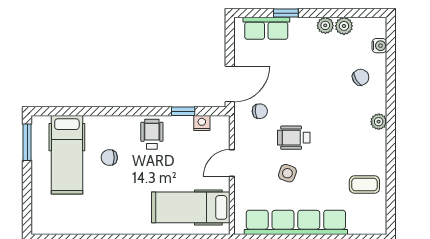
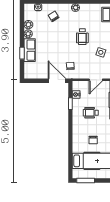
row of seats: (266, 28) -> (30, 50), moved
wheelchair: (152, 134) -> (91, 113), moved
wheelchair: (294, 138) -> (82, 37), moved
door: (232, 163) -> (96, 80), hinge flipped

